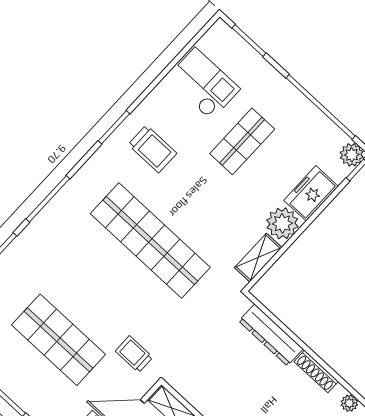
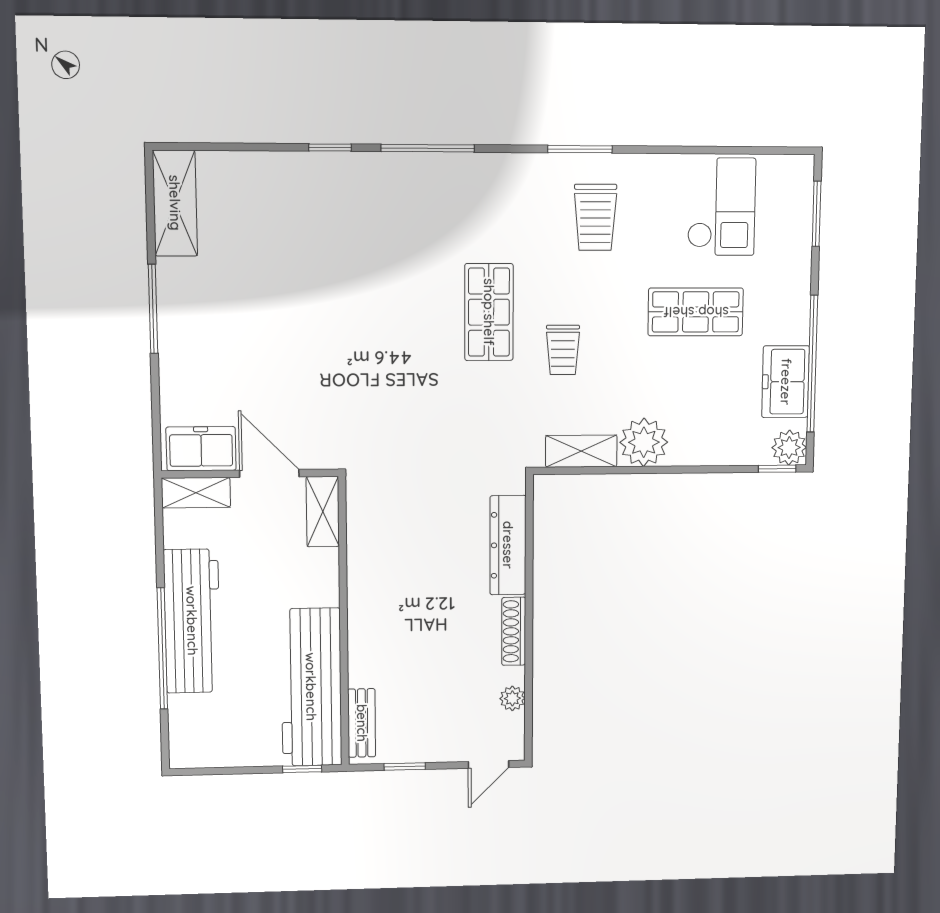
freezer: (311, 193) -> (786, 382), moved, turned -90
shop shelf: (150, 241) -> (489, 312), width x0.50, depth x0.74
shop shelf: (58, 340) -> (278, 312), removed
trolley: (134, 354) -> (563, 350), moved, turned 180

